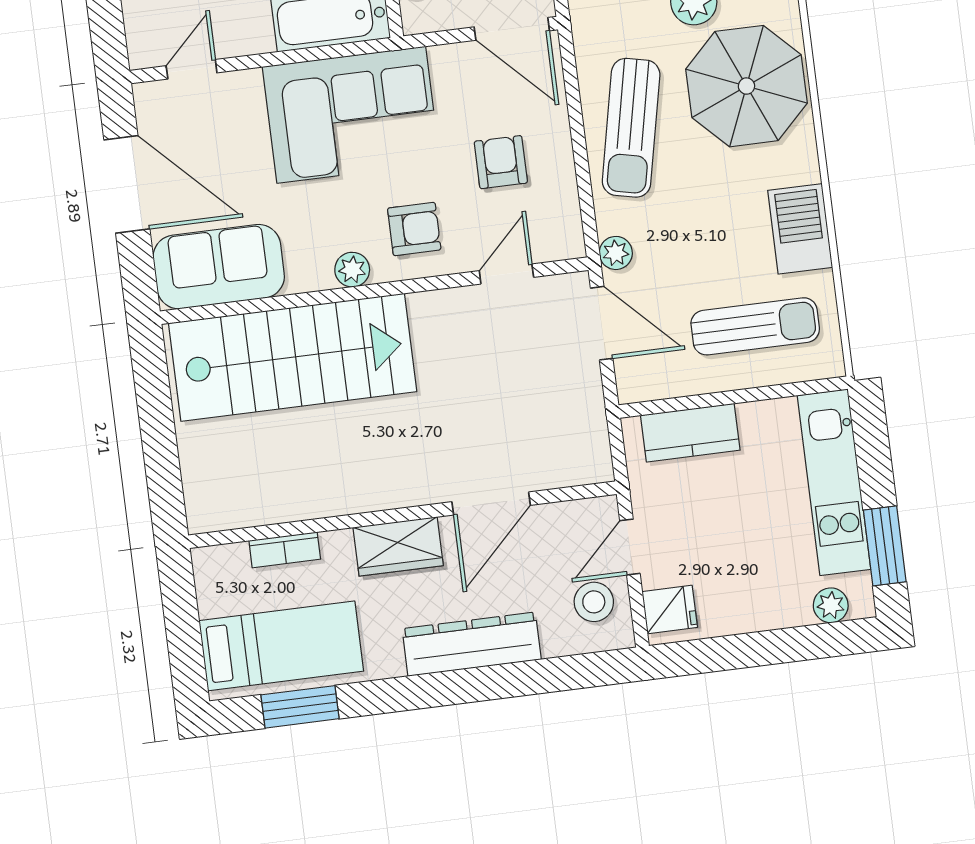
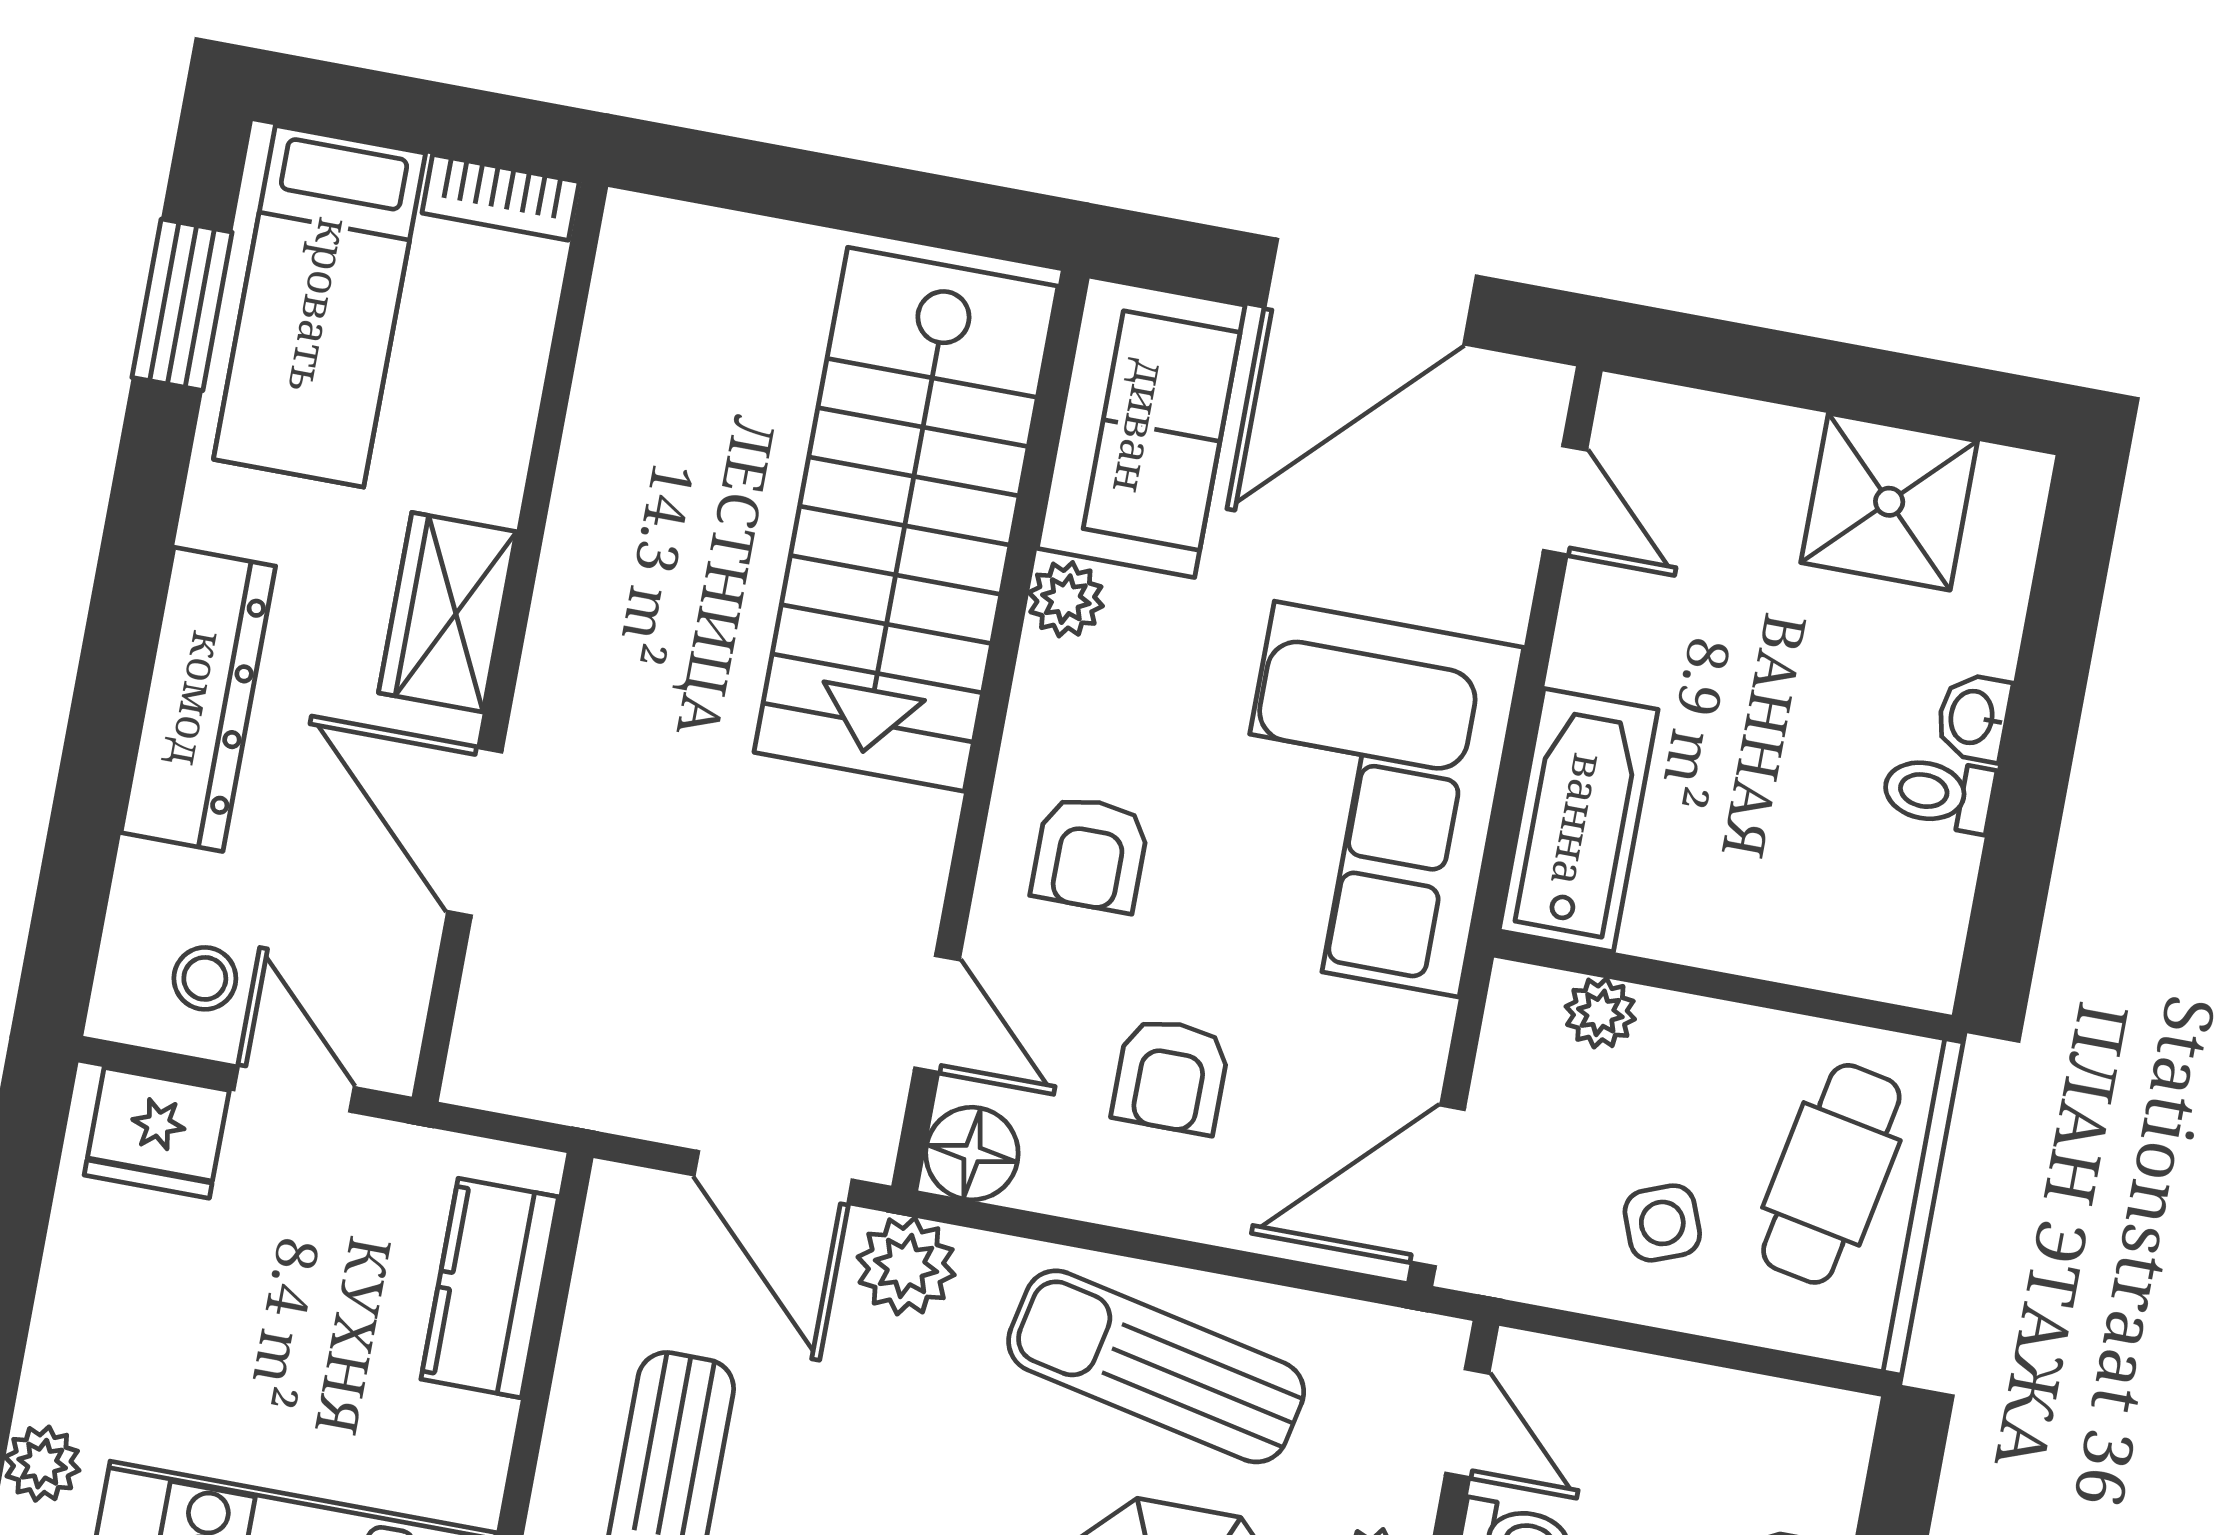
armchair: (501, 162) -> (1171, 1076), turned 90
floor lamp: (563, 239) -> (972, 1154), added
plant: (616, 253) -> (906, 1266), width x1.38, depth x1.38
plant: (352, 270) -> (1066, 599), moved
door: (602, 323) -> (773, 1178), hinge flipped
bookcase: (285, 550) -> (501, 197), moved, turned -90
stool: (594, 602) -> (205, 978), width x0.73, depth x0.73
fridge: (670, 610) -> (157, 1133), width x1.38

